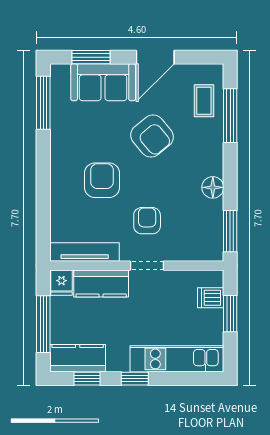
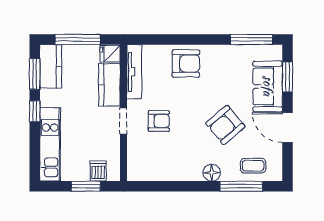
armchair: (102, 180) -> (186, 63), moved
floor lamp: (213, 187) -> (212, 173), moved
window: (230, 231) -> (151, 186), removed
window: (87, 379) -> (35, 74), width x1.50

